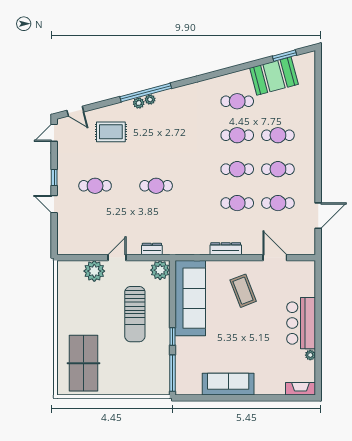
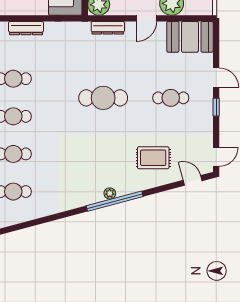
plant: (139, 103) -> (122, 190), removed
cafe table: (156, 186) -> (103, 98), width x1.37, depth x1.35
booth: (78, 241) -> (190, 37), added
dresser: (152, 249) -> (108, 28), width x1.44

